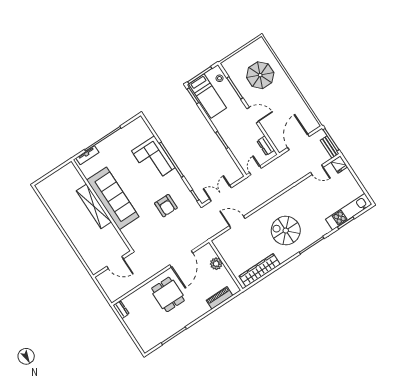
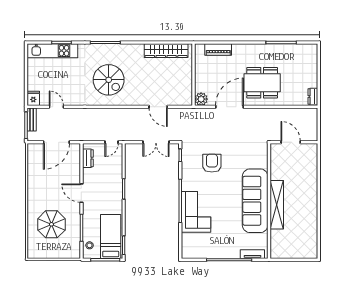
spiral stairs: (286, 231) -> (109, 80), moved
plant: (216, 264) -> (201, 99), moved
dining table: (168, 294) -> (262, 83), width x1.38

